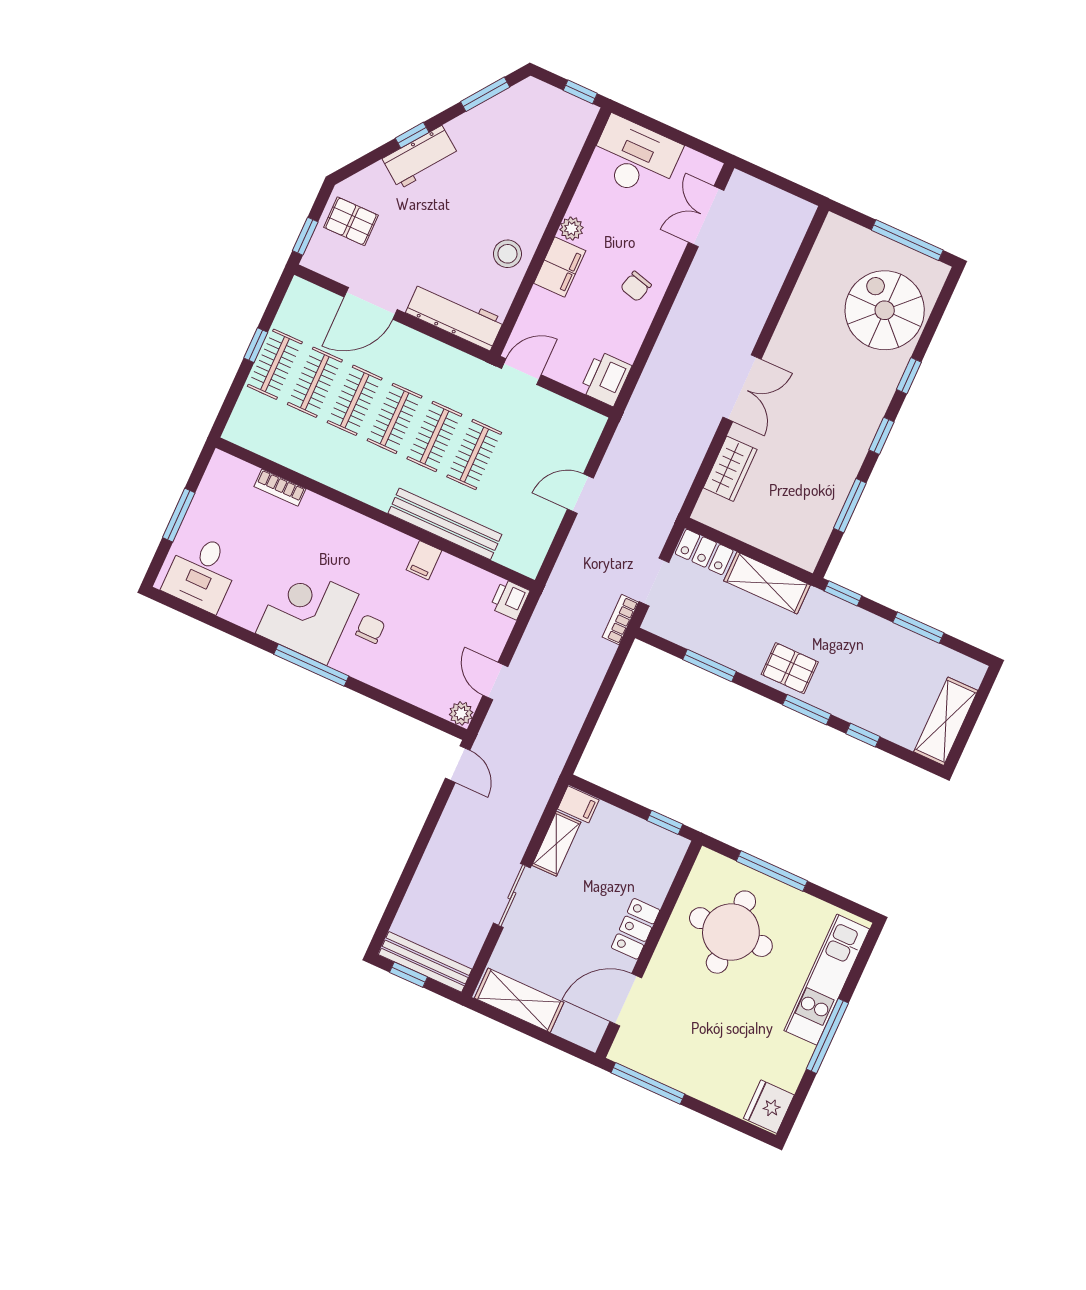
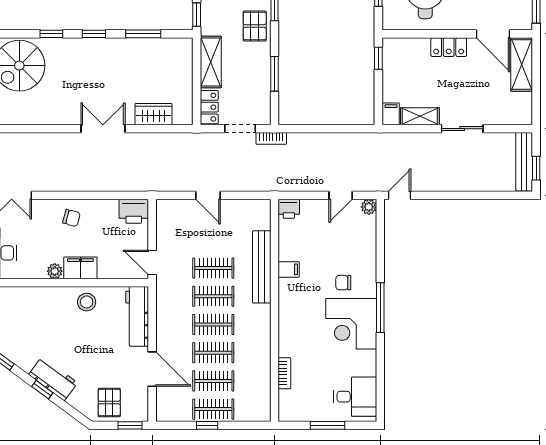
shelving: (519, 1000) -> (522, 65), moved

